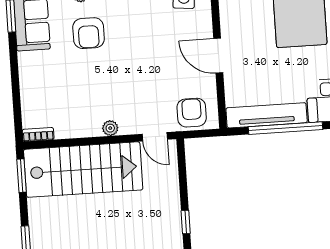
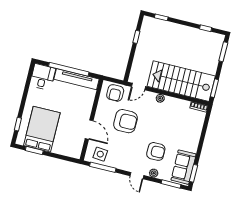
armchair: (89, 33) -> (156, 151), turned 90
door: (218, 56) -> (89, 130), moved
armchair: (158, 69) -> (126, 121), added
door: (155, 137) -> (138, 86), swing flipped

